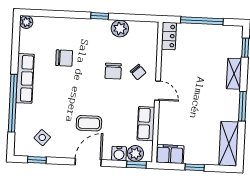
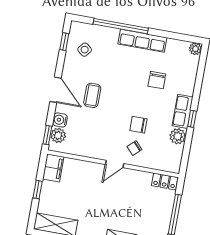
row of seats: (146, 124) -> (183, 111), moved, turned -90

